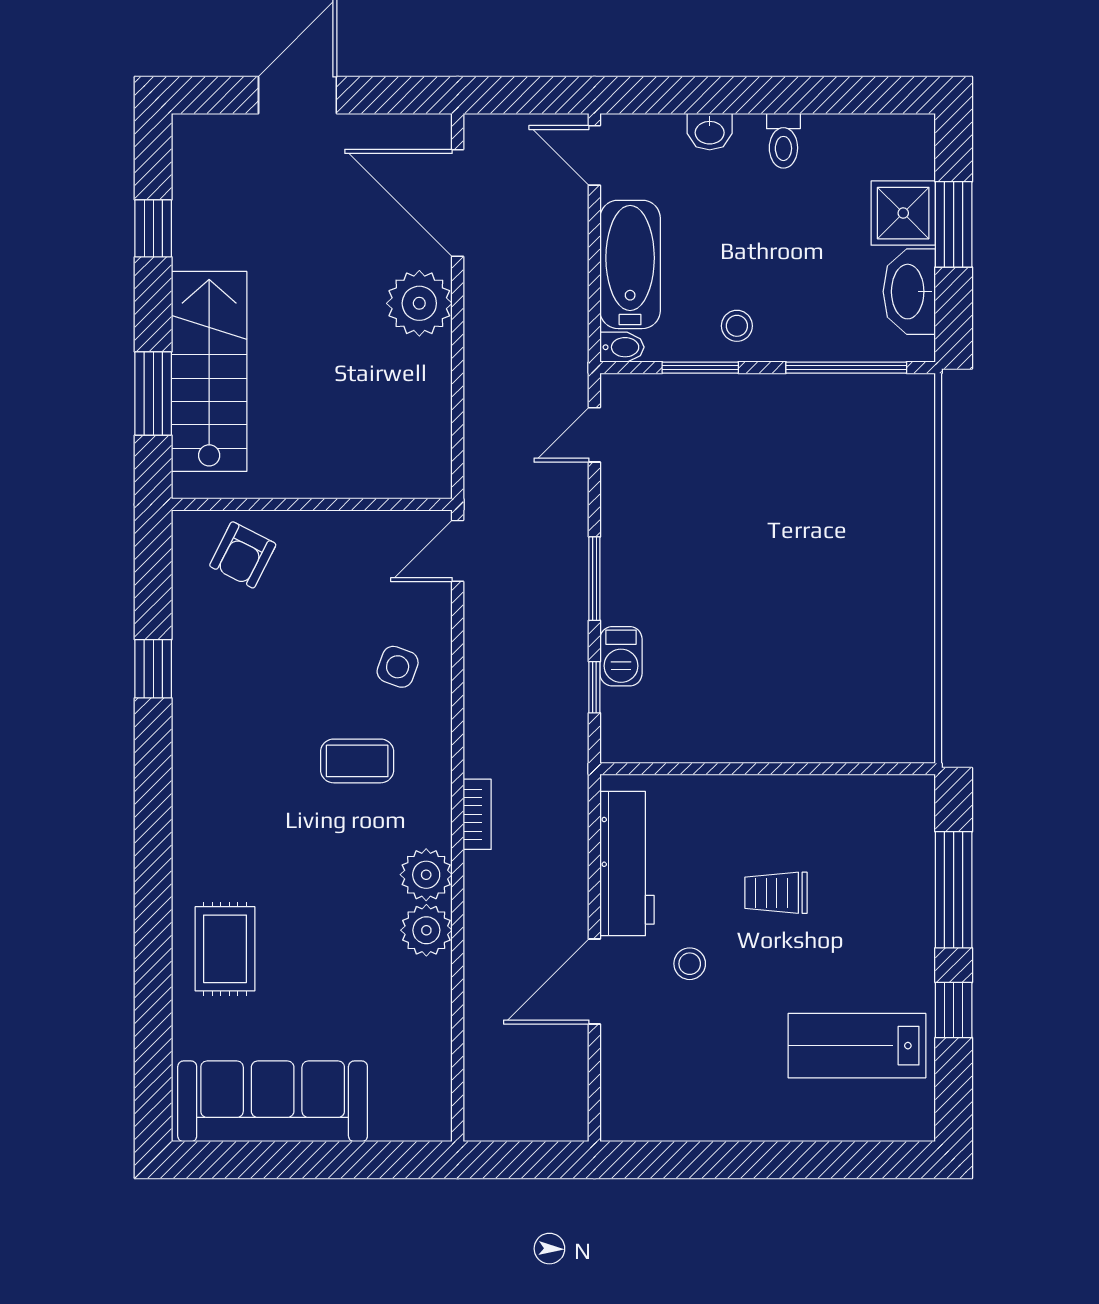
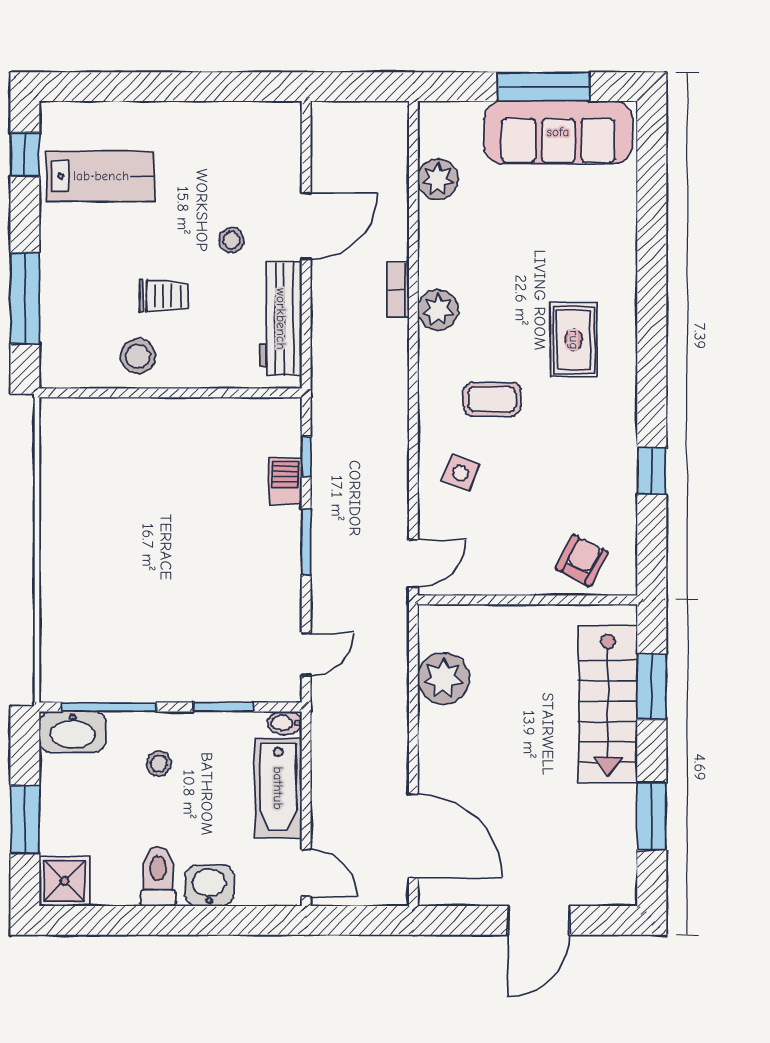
washbasin: (710, 132) -> (209, 886), width x1.38, depth x1.45
toilet: (783, 141) -> (158, 876), width x1.37, depth x1.39
shower: (903, 213) -> (64, 881), moved
window: (153, 228) -> (652, 816), width x1.50
washbasin: (909, 292) -> (73, 732), moved, turned 90
plant: (419, 303) -> (443, 679), moved
stool: (737, 326) -> (159, 763), moved
bookcase: (477, 814) -> (398, 290), moved
stool: (809, 816) -> (138, 356), added
plant: (426, 930) -> (438, 179), moved
rug: (225, 949) -> (574, 340), moved
window: (954, 1010) -> (25, 154), moved
window: (291, 1160) -> (544, 87), added

